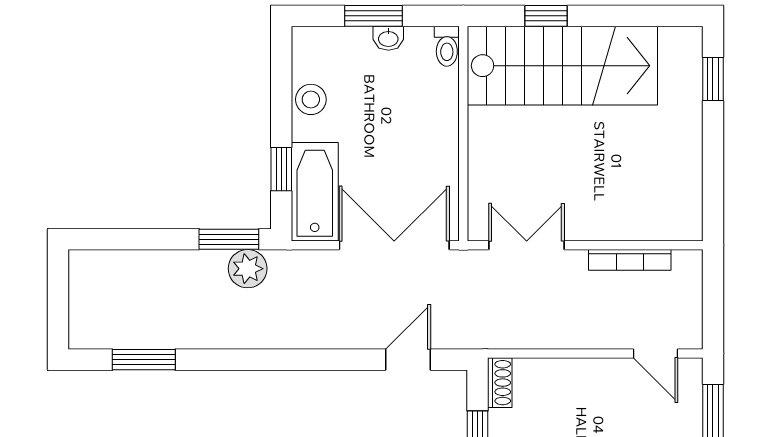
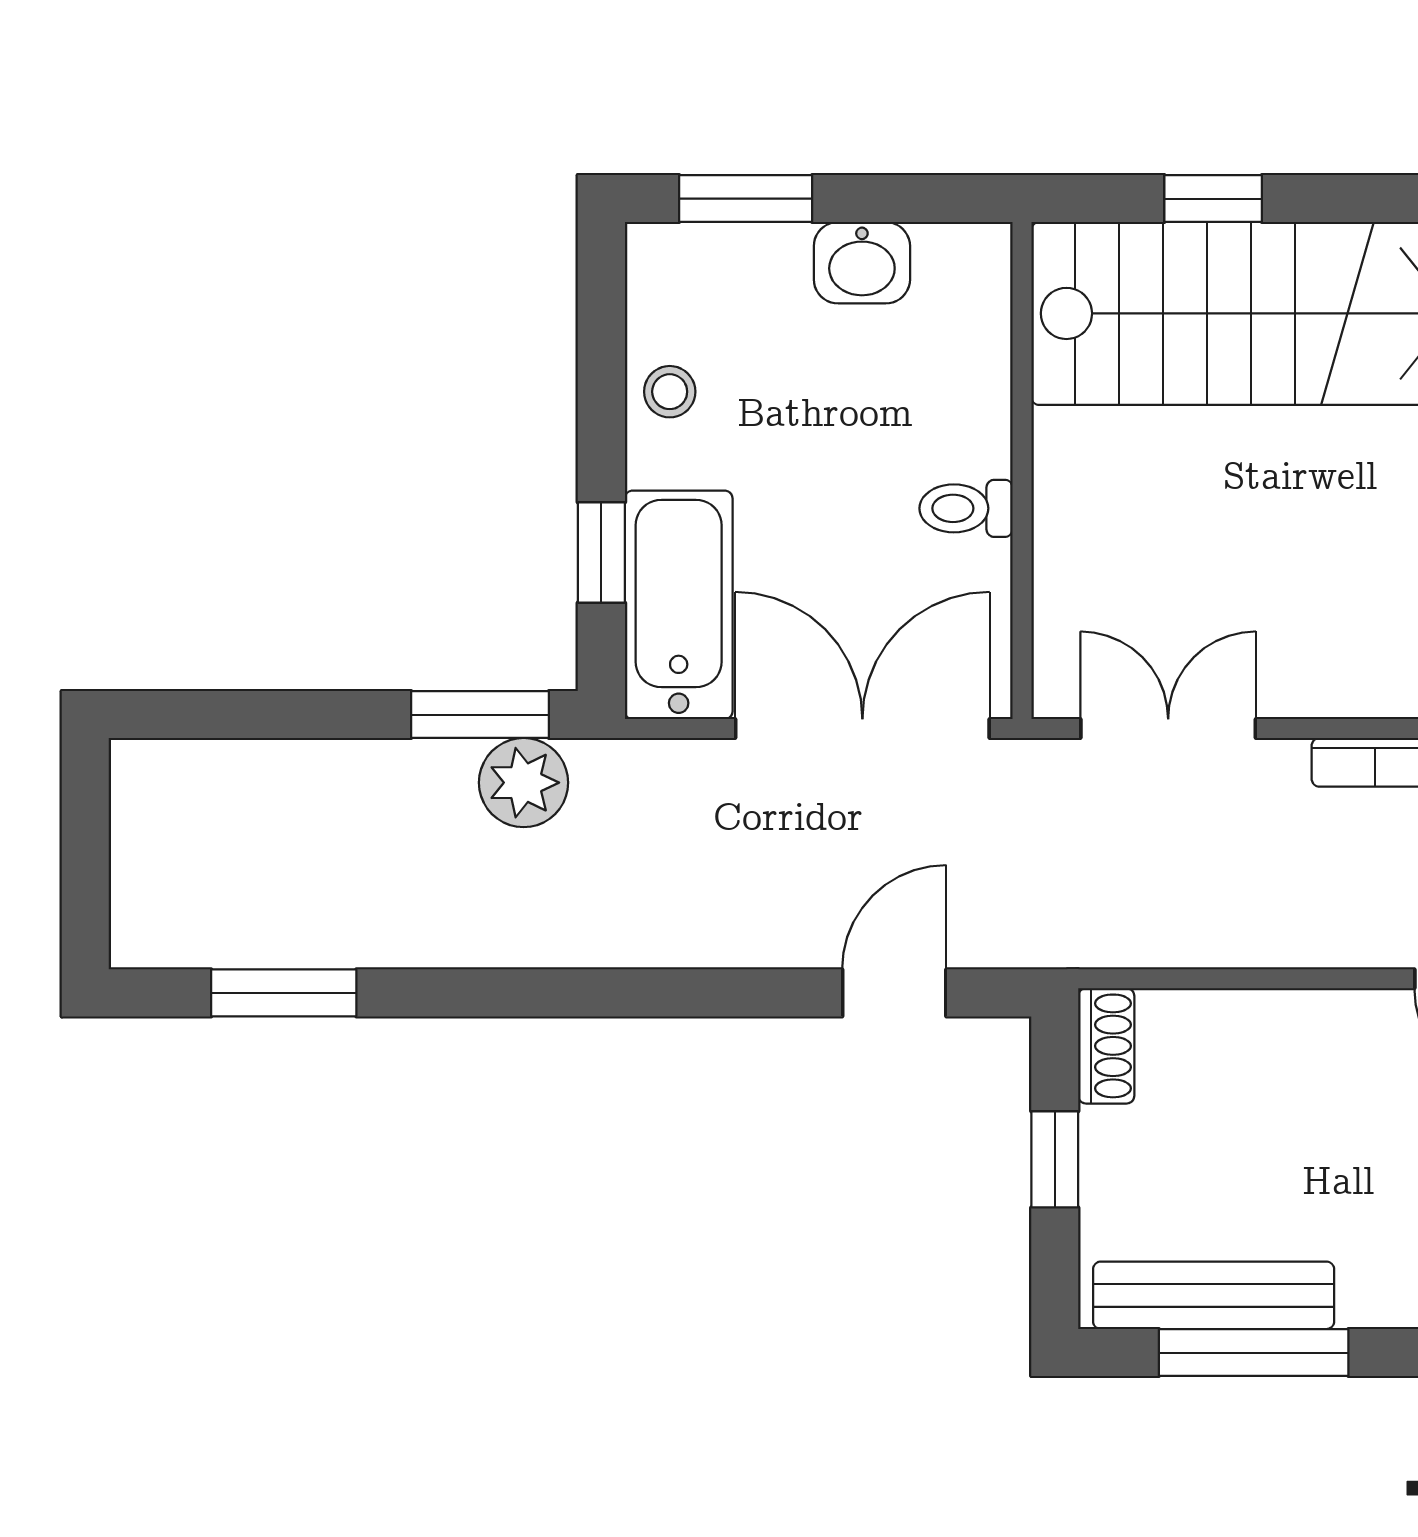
window: (373, 16) -> (746, 199), moved
washbasin: (388, 38) -> (862, 263), width x1.38, depth x1.45
toilet: (447, 46) -> (966, 508), moved, turned 90
stool: (311, 99) -> (670, 392), width x0.73, depth x0.73

